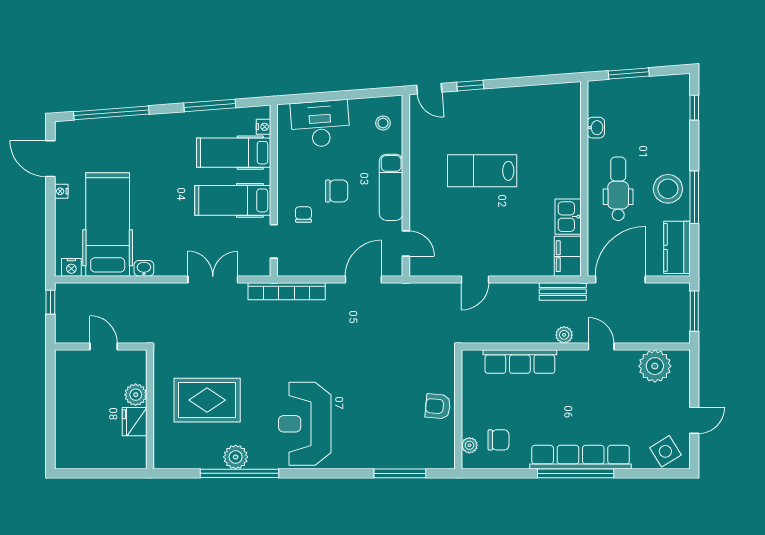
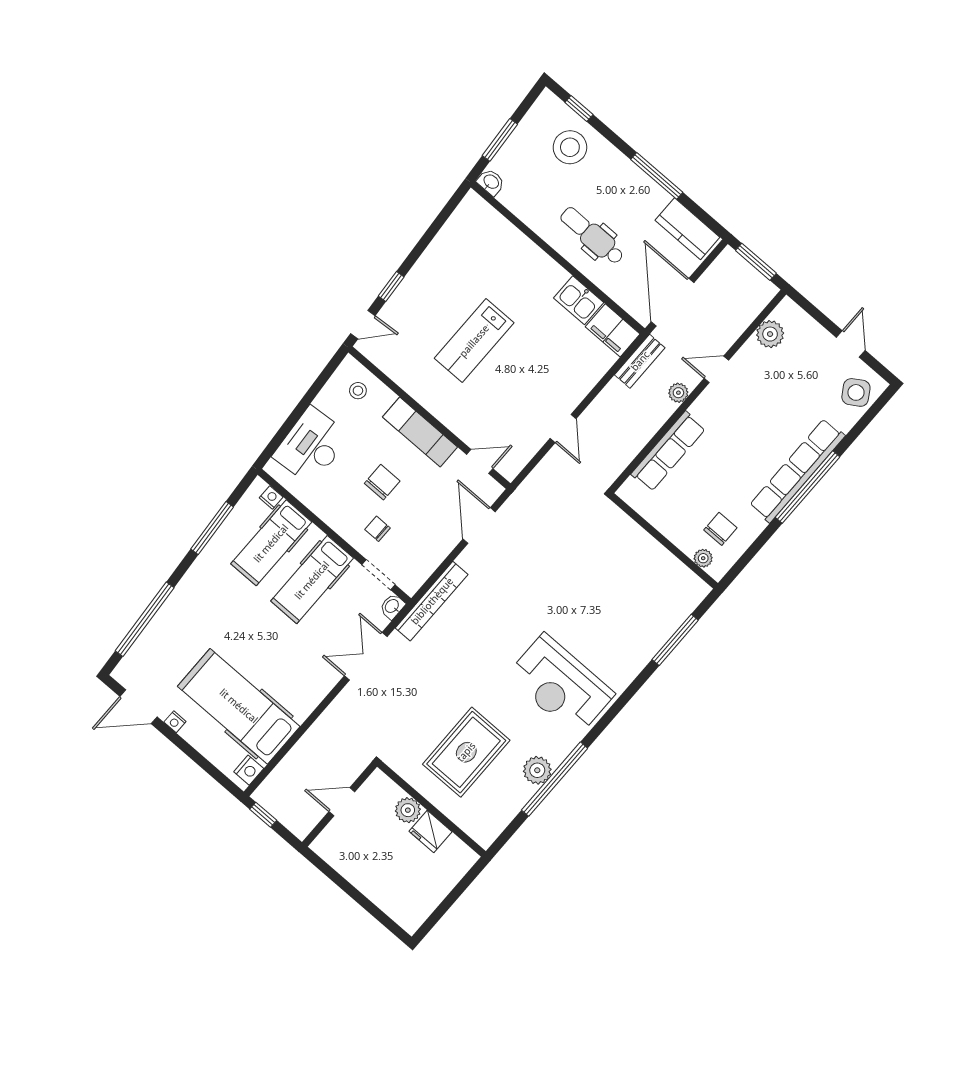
washbasin: (596, 128) -> (491, 182), moved
stool: (668, 189) -> (570, 147), moved
washbasin: (144, 268) -> (392, 606), moved
plant: (655, 366) -> (770, 334), width x0.73, depth x0.73
armchair: (438, 406) -> (645, 556), removed

